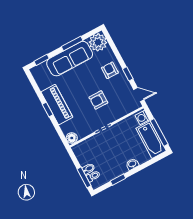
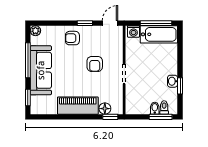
plant: (98, 42) -> (35, 31), width x0.53, depth x0.53
window: (72, 43) -> (28, 60), width x1.44
window: (48, 109) -> (110, 117), moved
floor lamp: (72, 138) -> (105, 109), moved
washbasin: (132, 164) -> (173, 81), moved

